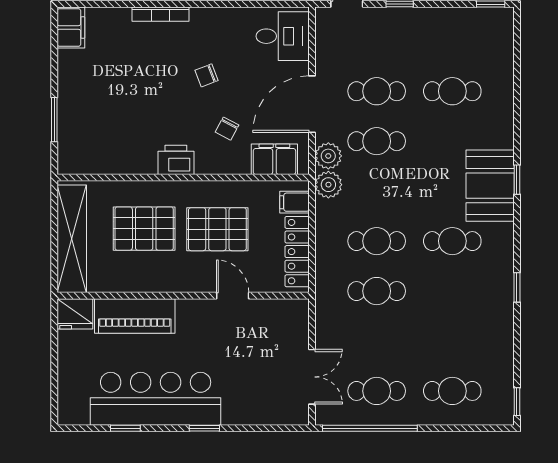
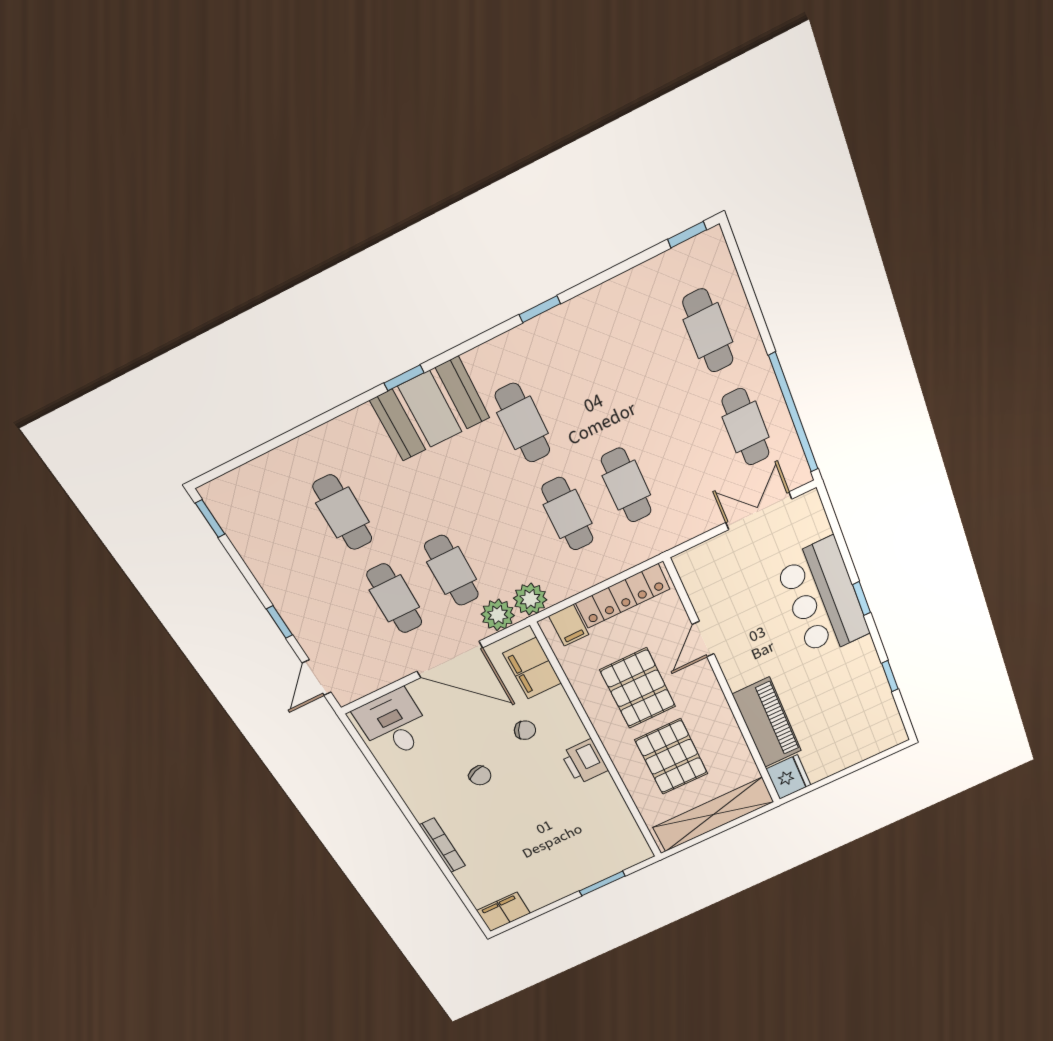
bar counter: (156, 399) -> (823, 599), moved, width x0.73

